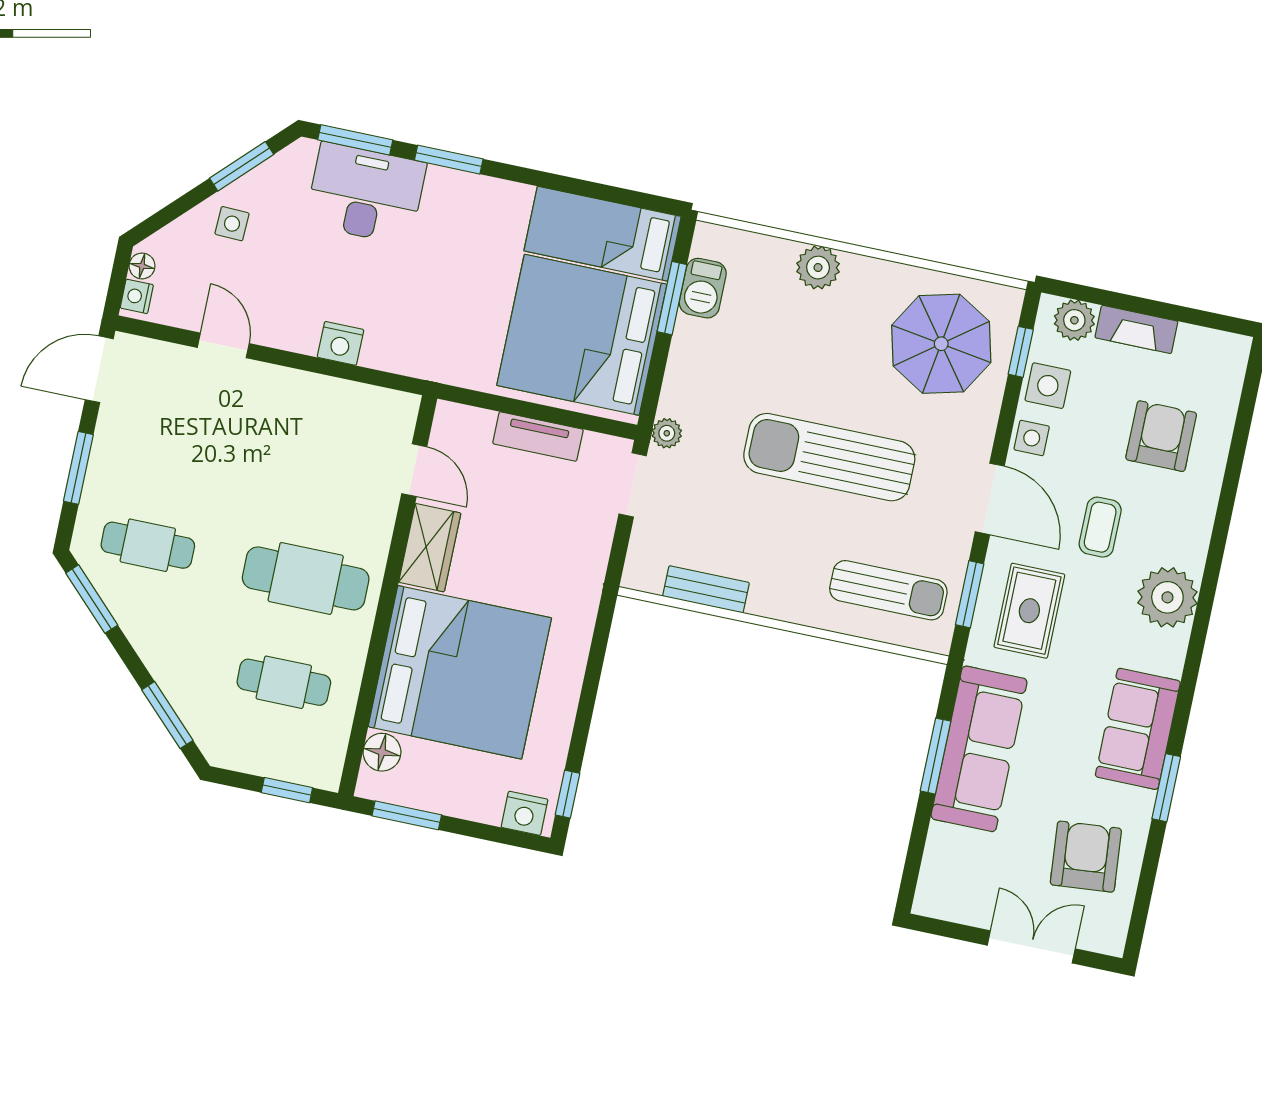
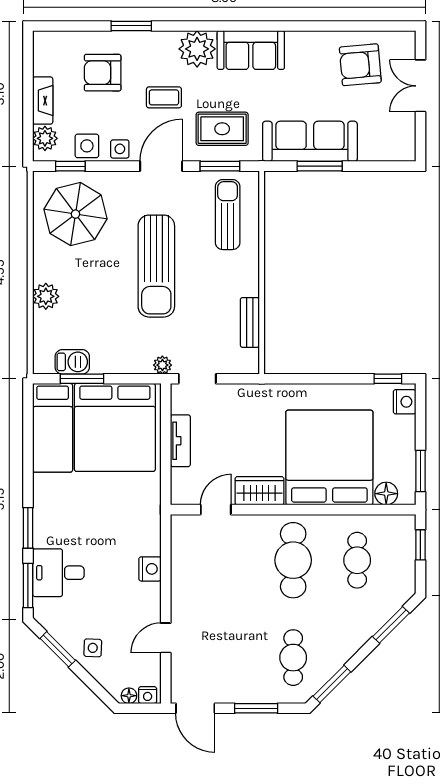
desk: (366, 194) -> (58, 573), width x0.73
sofa: (1138, 729) -> (251, 50), moved
window: (1166, 788) -> (131, 26), moved

